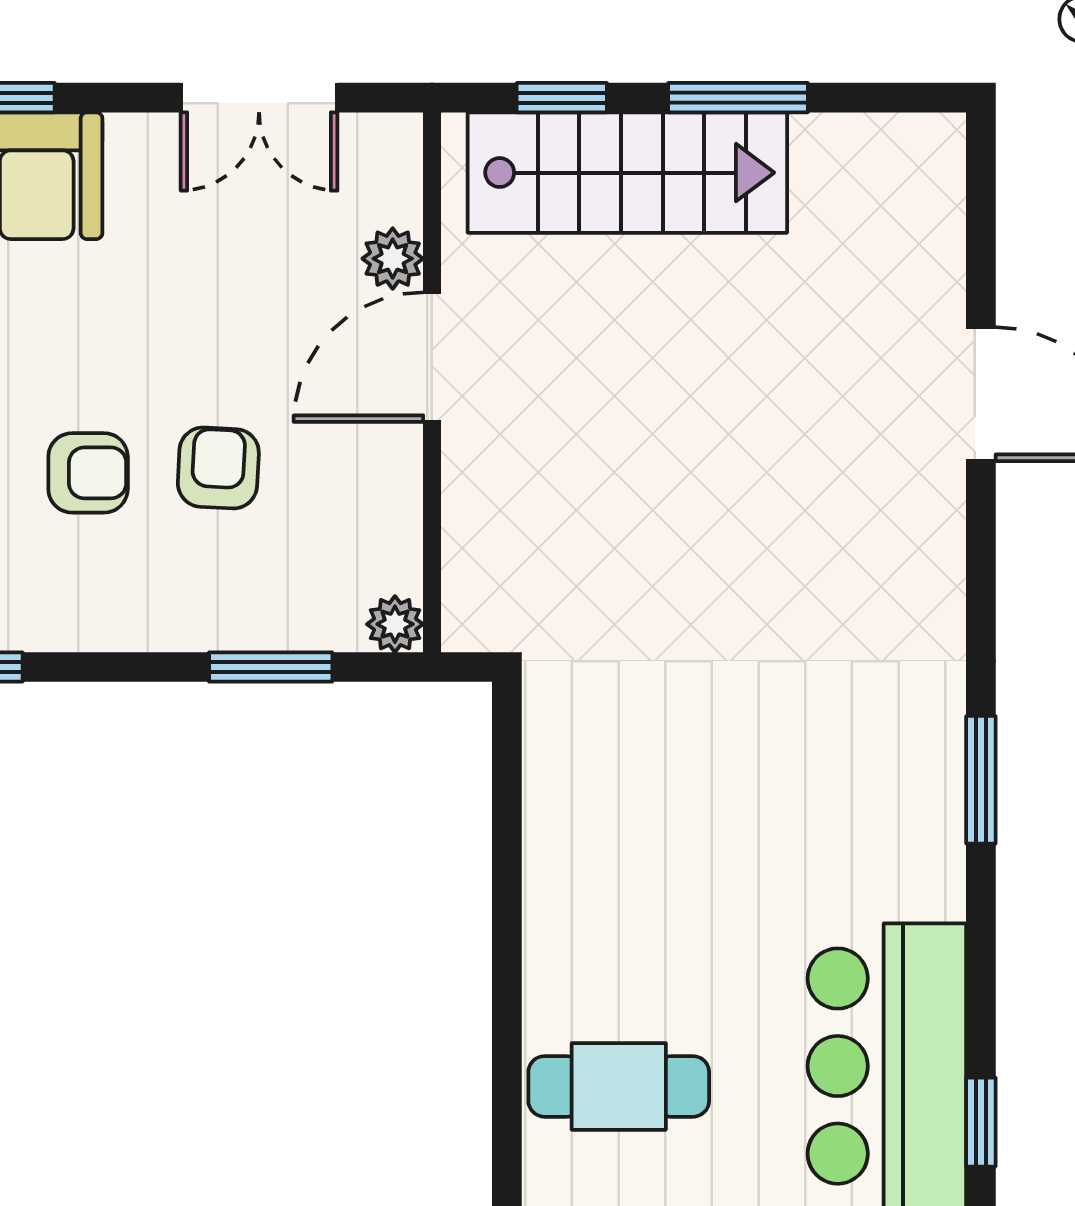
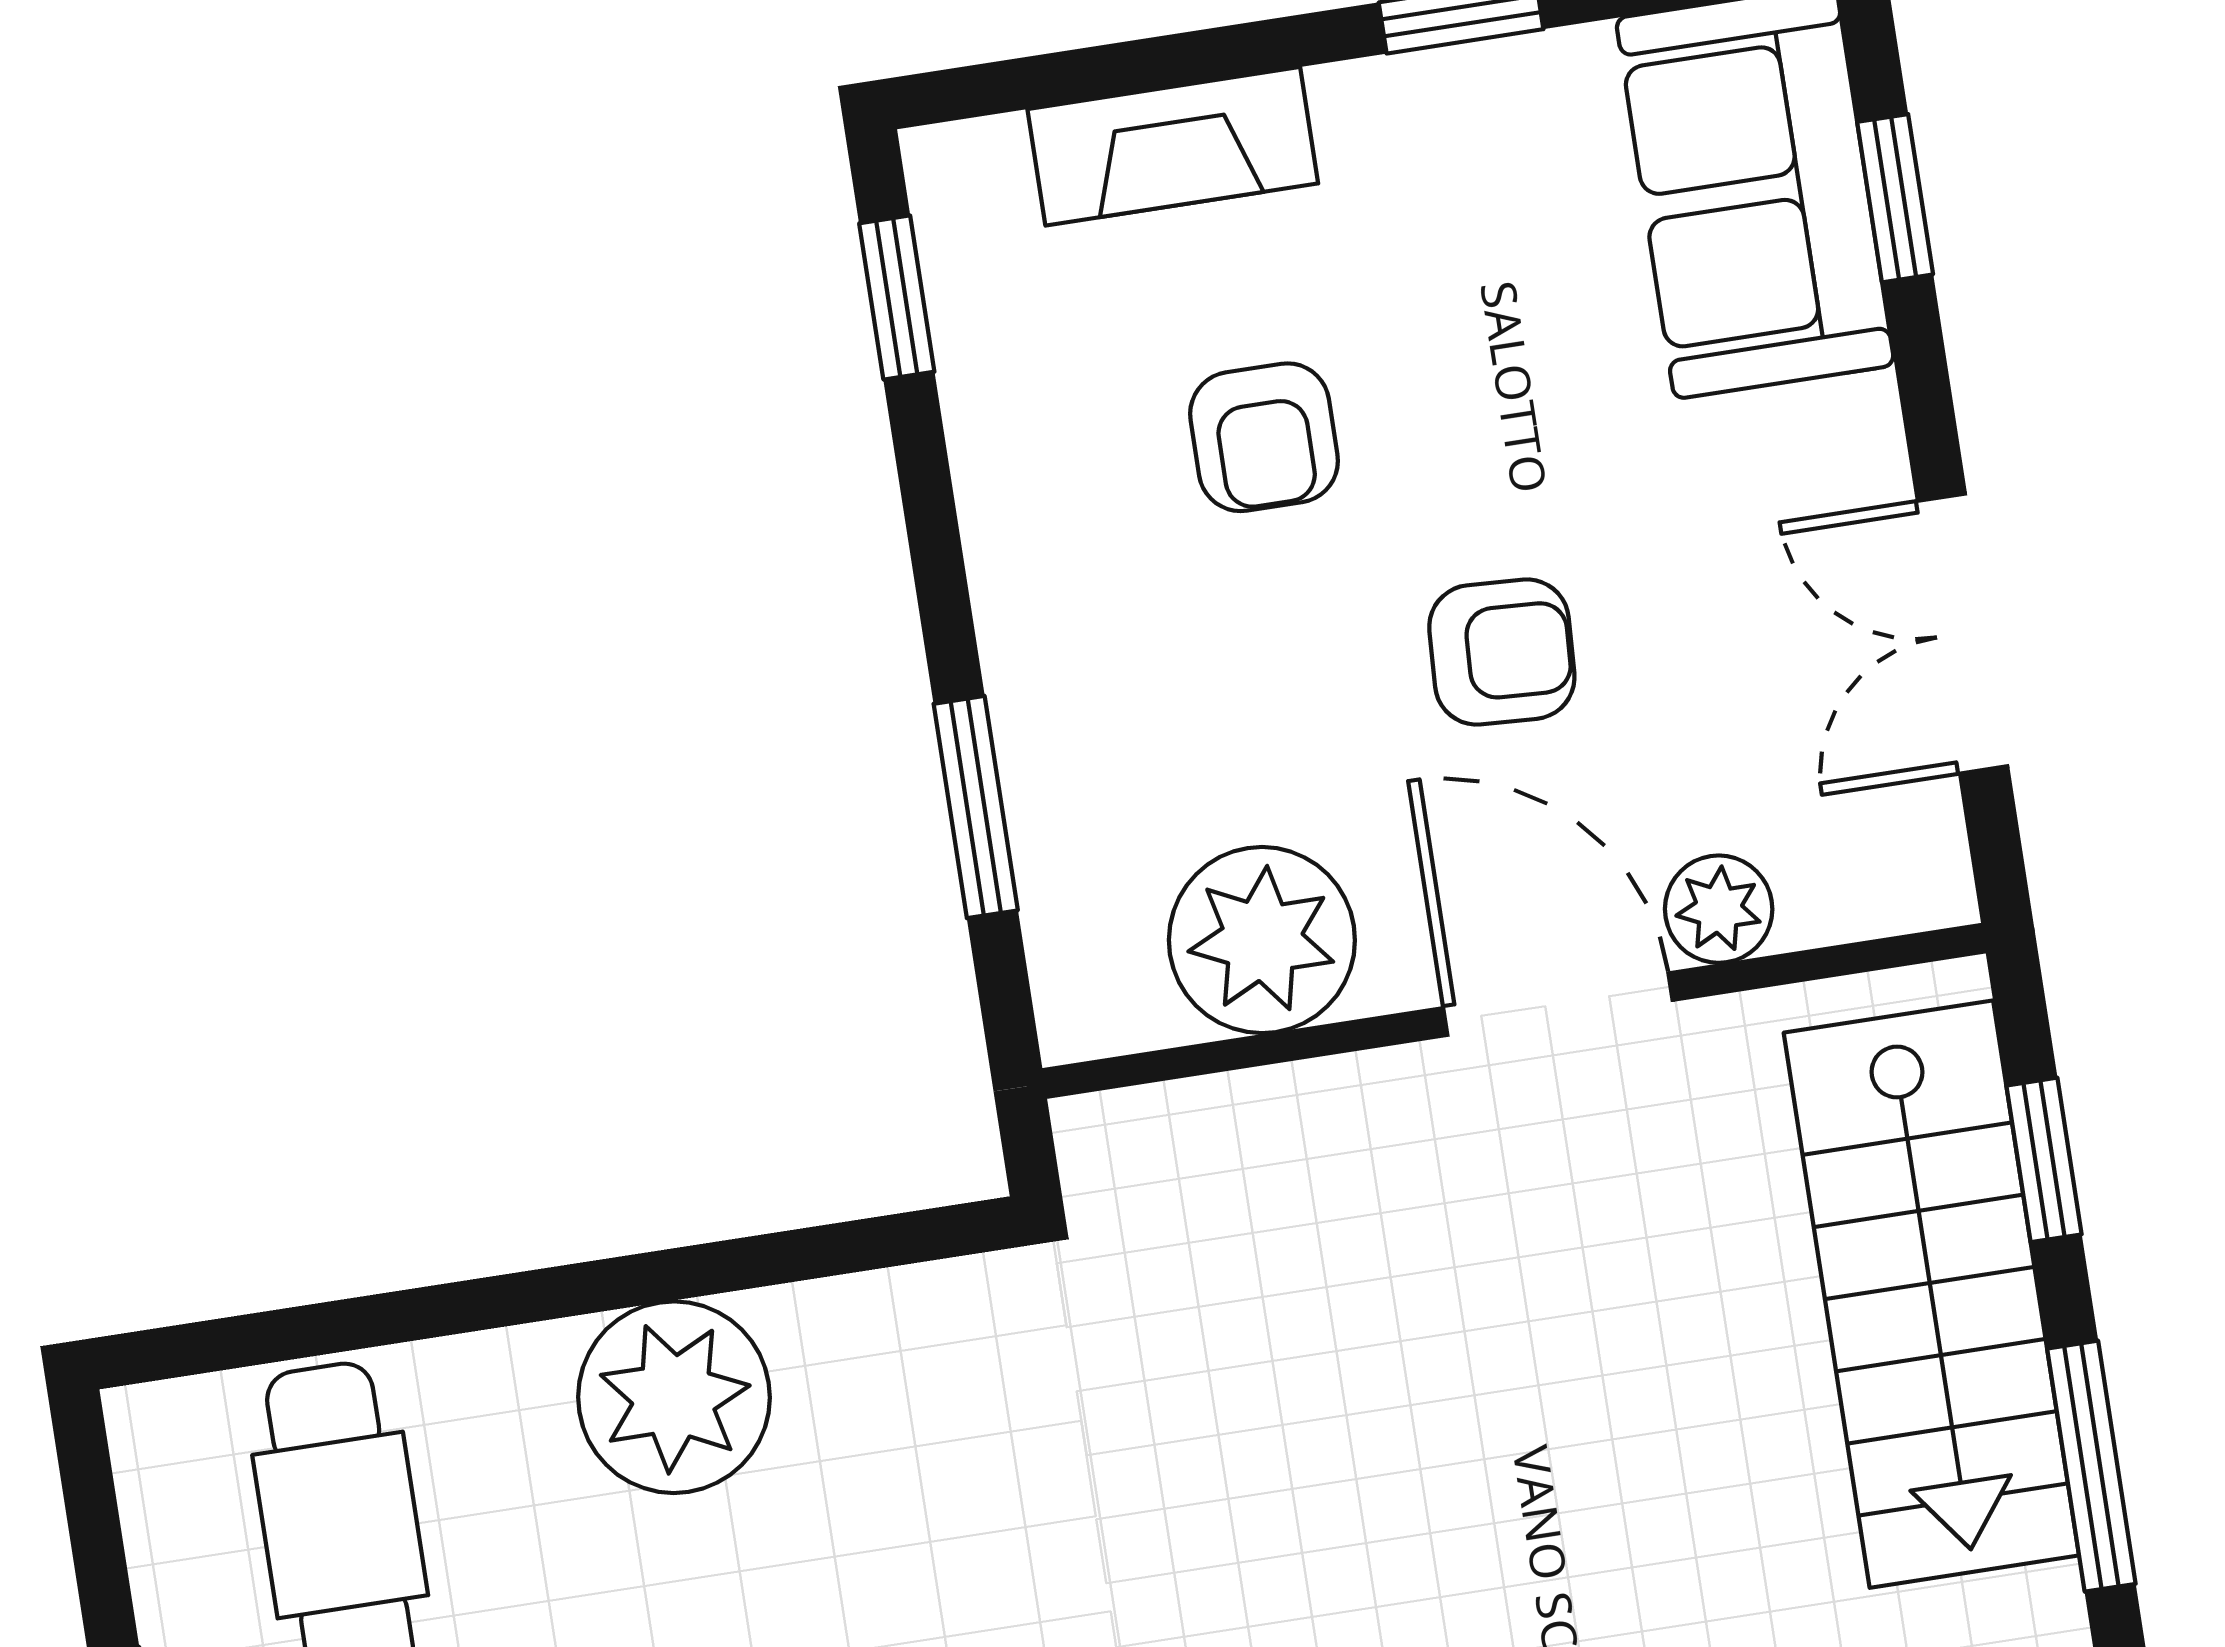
armchair: (218, 468) -> (1502, 652), moved
plant: (395, 624) -> (1262, 940), moved, width x1.88, depth x1.88
plant: (576, 888) -> (674, 1397), added

